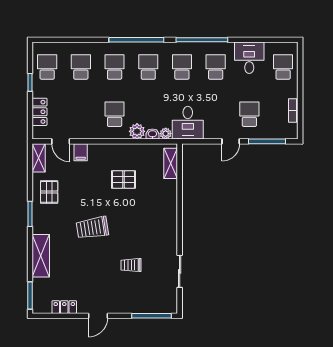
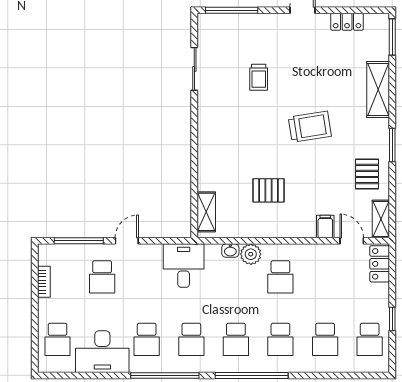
desk: (249, 58) -> (102, 352), width x1.37
locker: (40, 112) -> (380, 264), moved
plant: (166, 134) -> (213, 251), removed
trolley: (131, 265) -> (259, 77), turned 90

